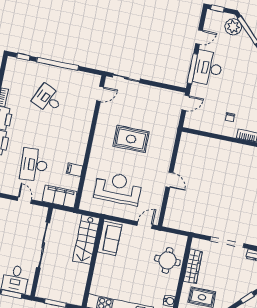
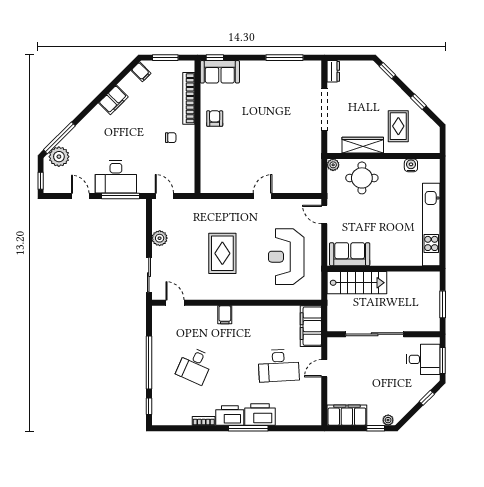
plant: (153, 92) -> (160, 238), added
armchair: (238, 155) -> (215, 119), added
filing cabinet: (75, 170) -> (225, 315), moved
plant: (182, 240) -> (333, 165), added

